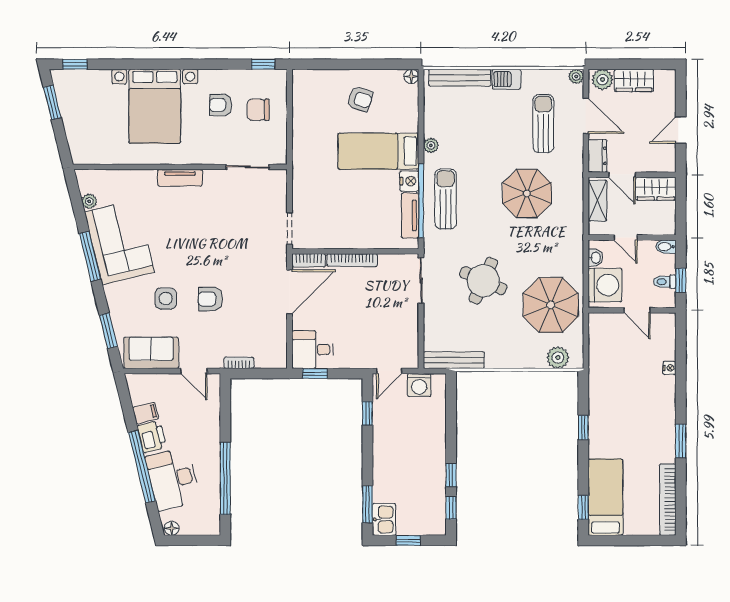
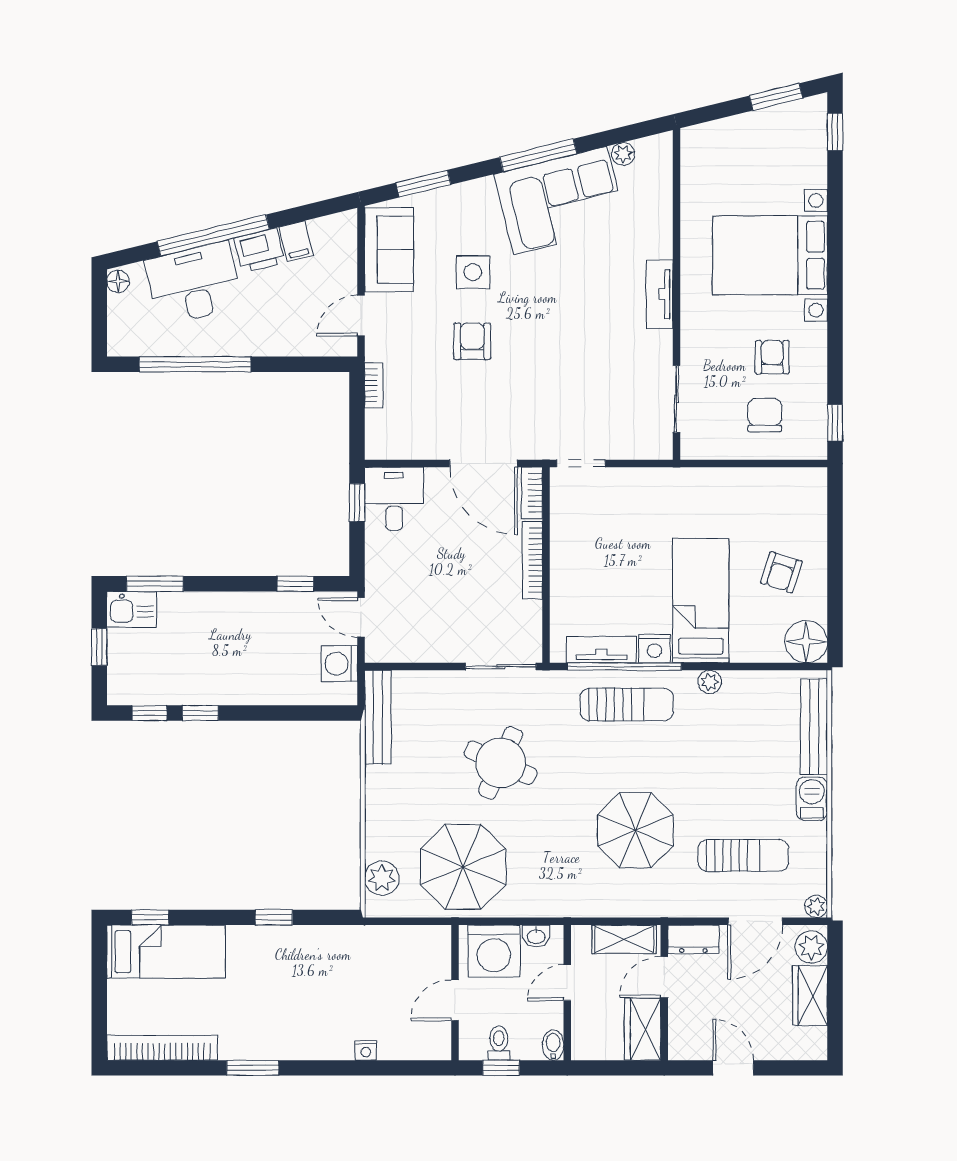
floor lamp: (411, 76) -> (806, 642), width x1.89, depth x1.89

